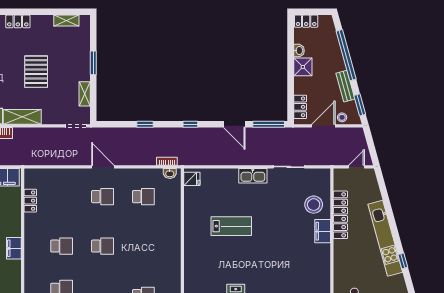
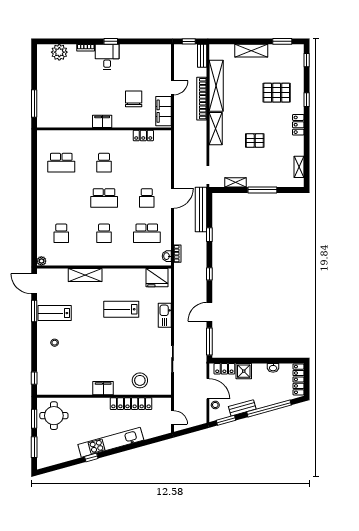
locker: (306, 21) -> (298, 379), width x1.53
window: (93, 63) -> (262, 190), width x1.44
shower: (303, 67) -> (244, 371), moved
pallet: (36, 72) -> (255, 141), width x0.67, depth x0.71
bench: (116, 134) -> (201, 210), added
kitchen sink: (253, 176) -> (165, 315), moved
fridge: (192, 179) -> (157, 278), width x1.88, depth x1.34
school desk: (143, 197) -> (147, 233), width x1.85
lab bench: (231, 226) -> (121, 309), turned 90
filing cabinet: (323, 231) -> (103, 388), moved
school desk: (103, 246) -> (104, 198), width x1.85
school desk: (143, 246) -> (104, 233), added
shelving: (192, 268) -> (85, 275), added

